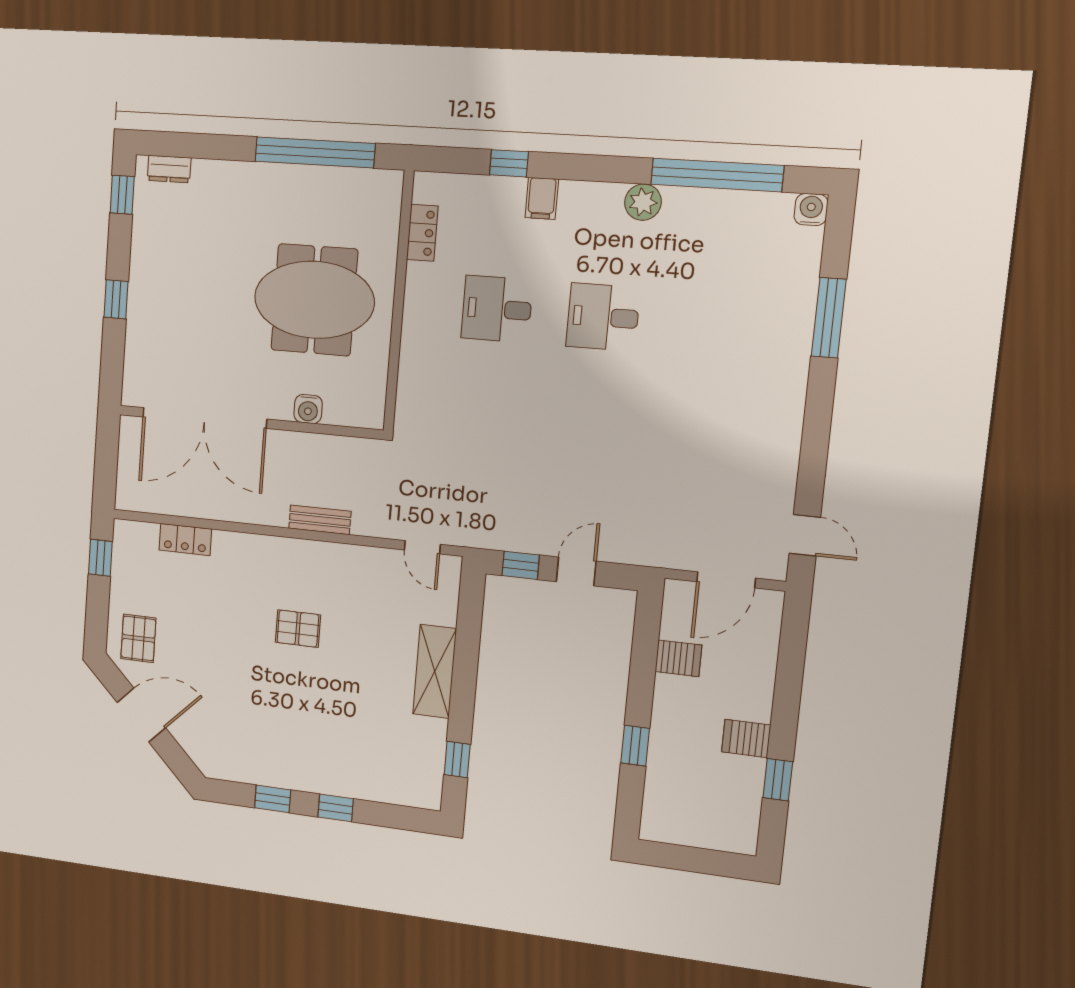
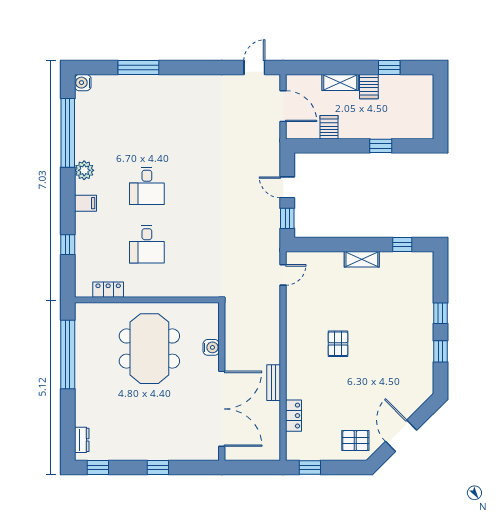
filing cabinet: (542, 198) -> (85, 203), moved
bench: (320, 520) -> (274, 383), moved
shelving: (435, 671) -> (362, 259), width x0.67, depth x0.75
shelving: (759, 688) -> (340, 82), added

